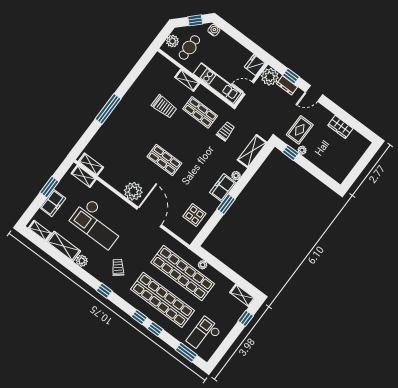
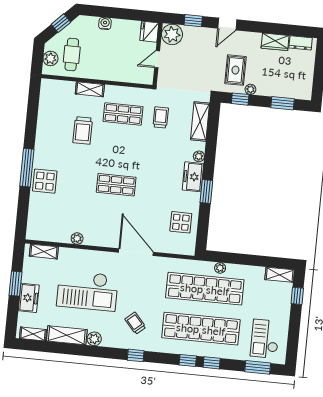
water cooler: (214, 30) -> (105, 23), moved
kitchen unit: (217, 83) -> (122, 74), removed
dresser: (287, 85) -> (301, 43), moved
trolley: (164, 107) -> (83, 130), turned 90
display table: (115, 126) -> (45, 181), added
shelving: (91, 164) -> (44, 235), removed
window: (319, 174) -> (282, 103), added
plant: (133, 191) -> (77, 239), moved, width x0.53, depth x0.53

